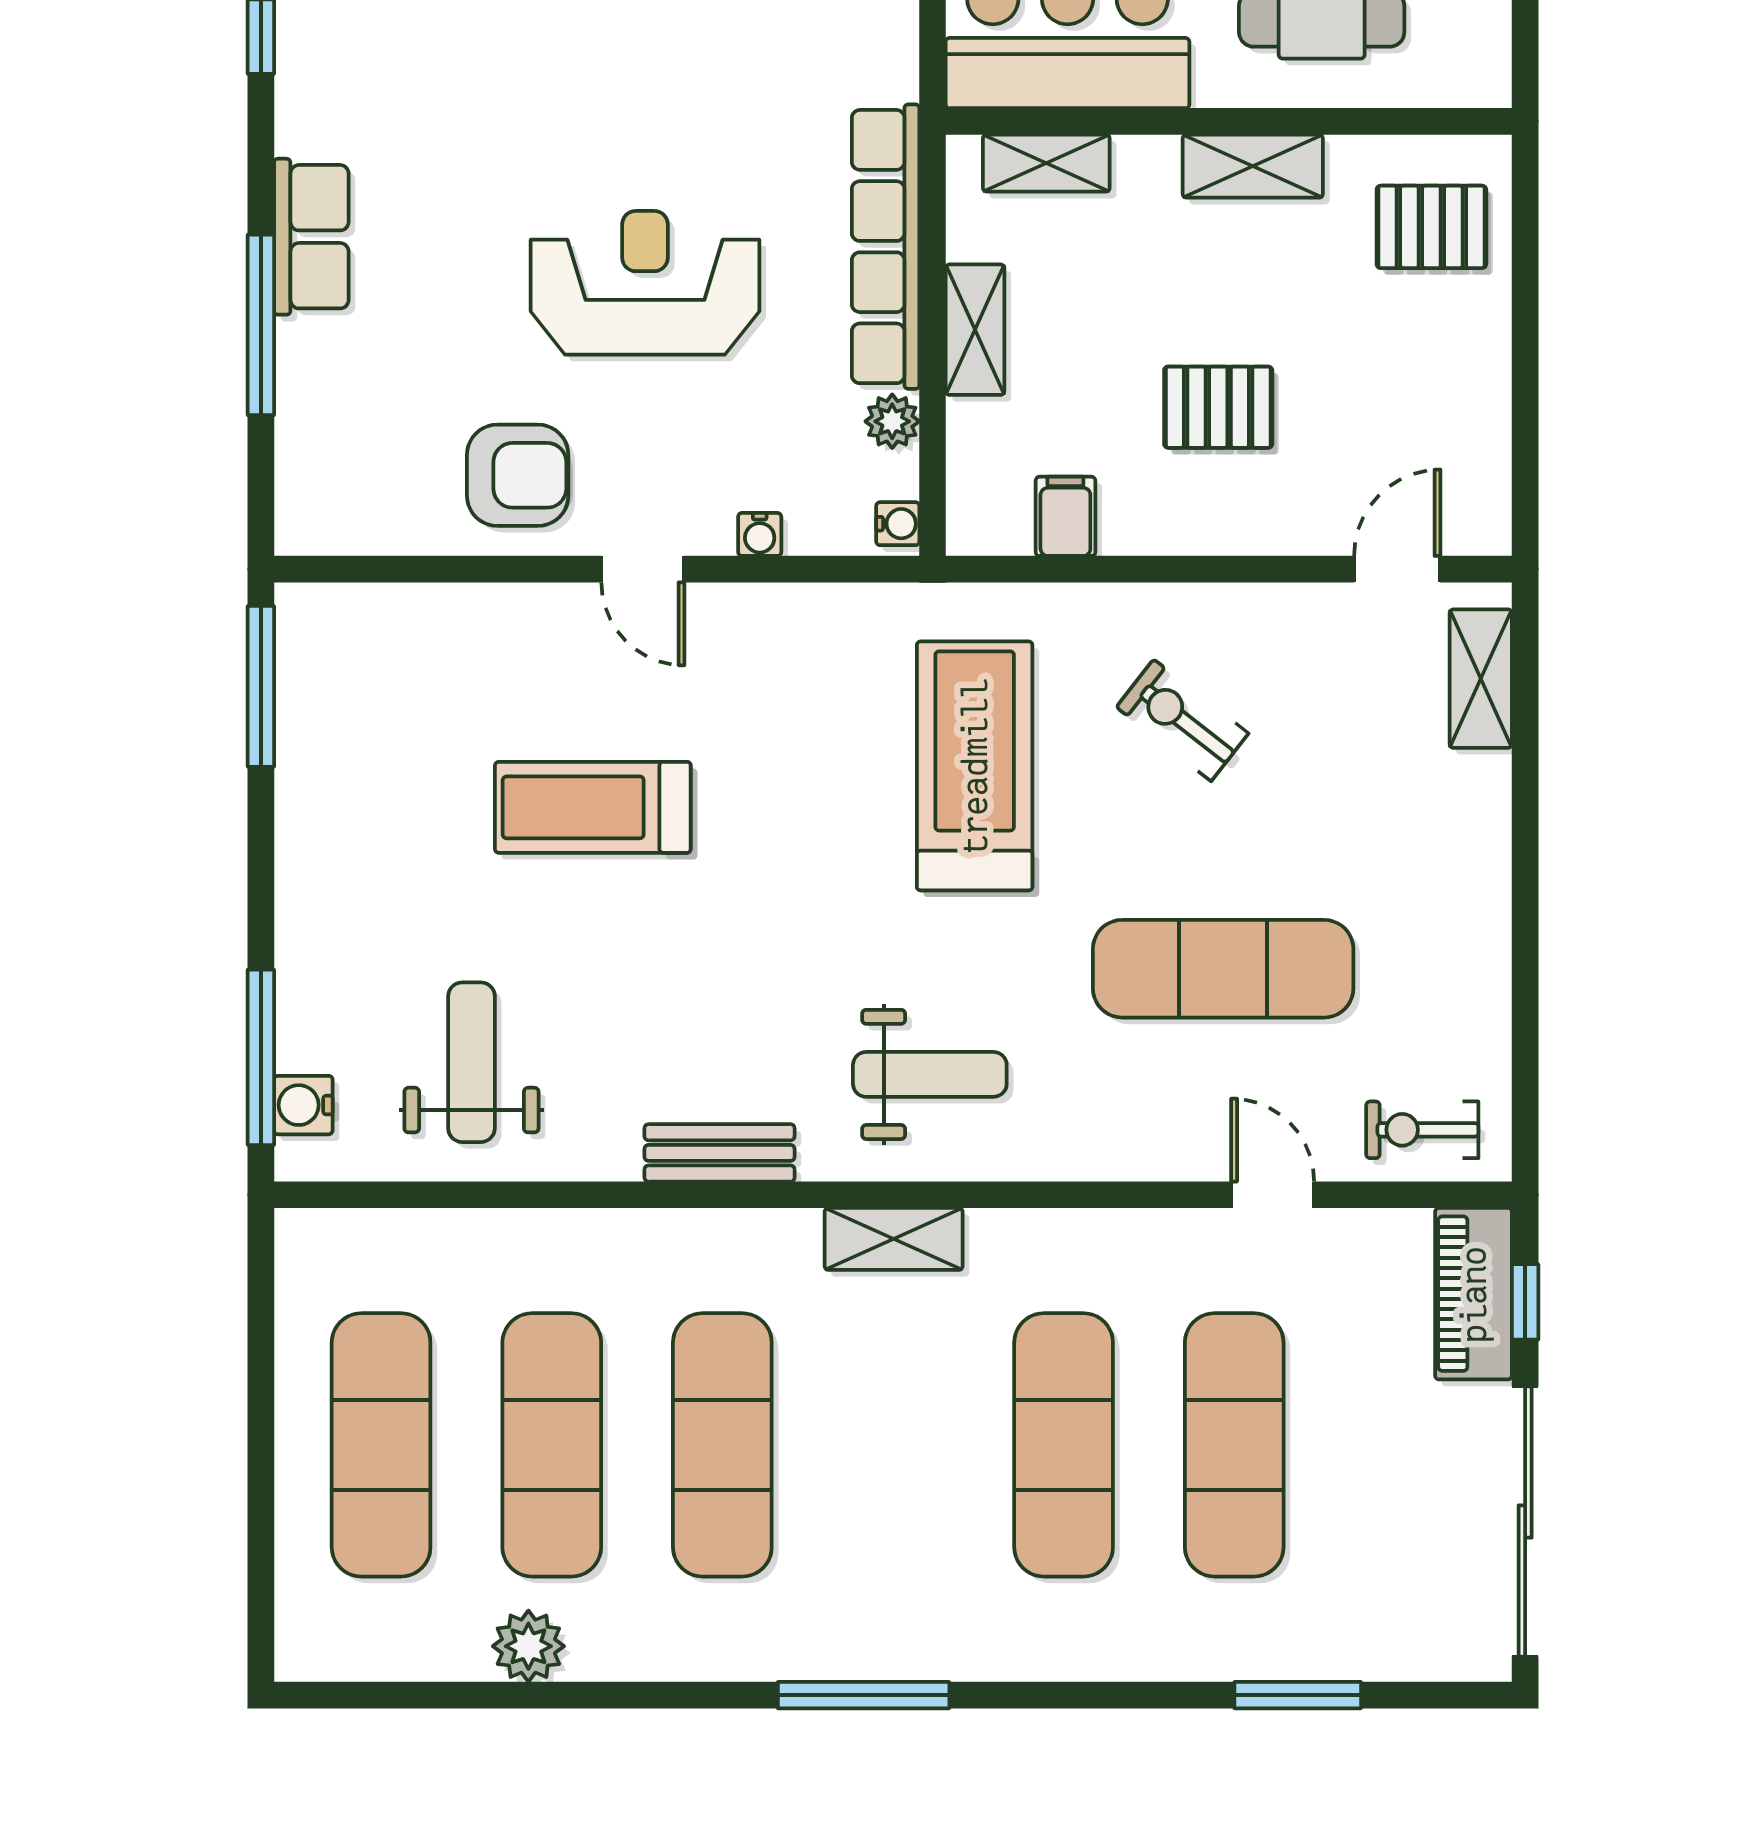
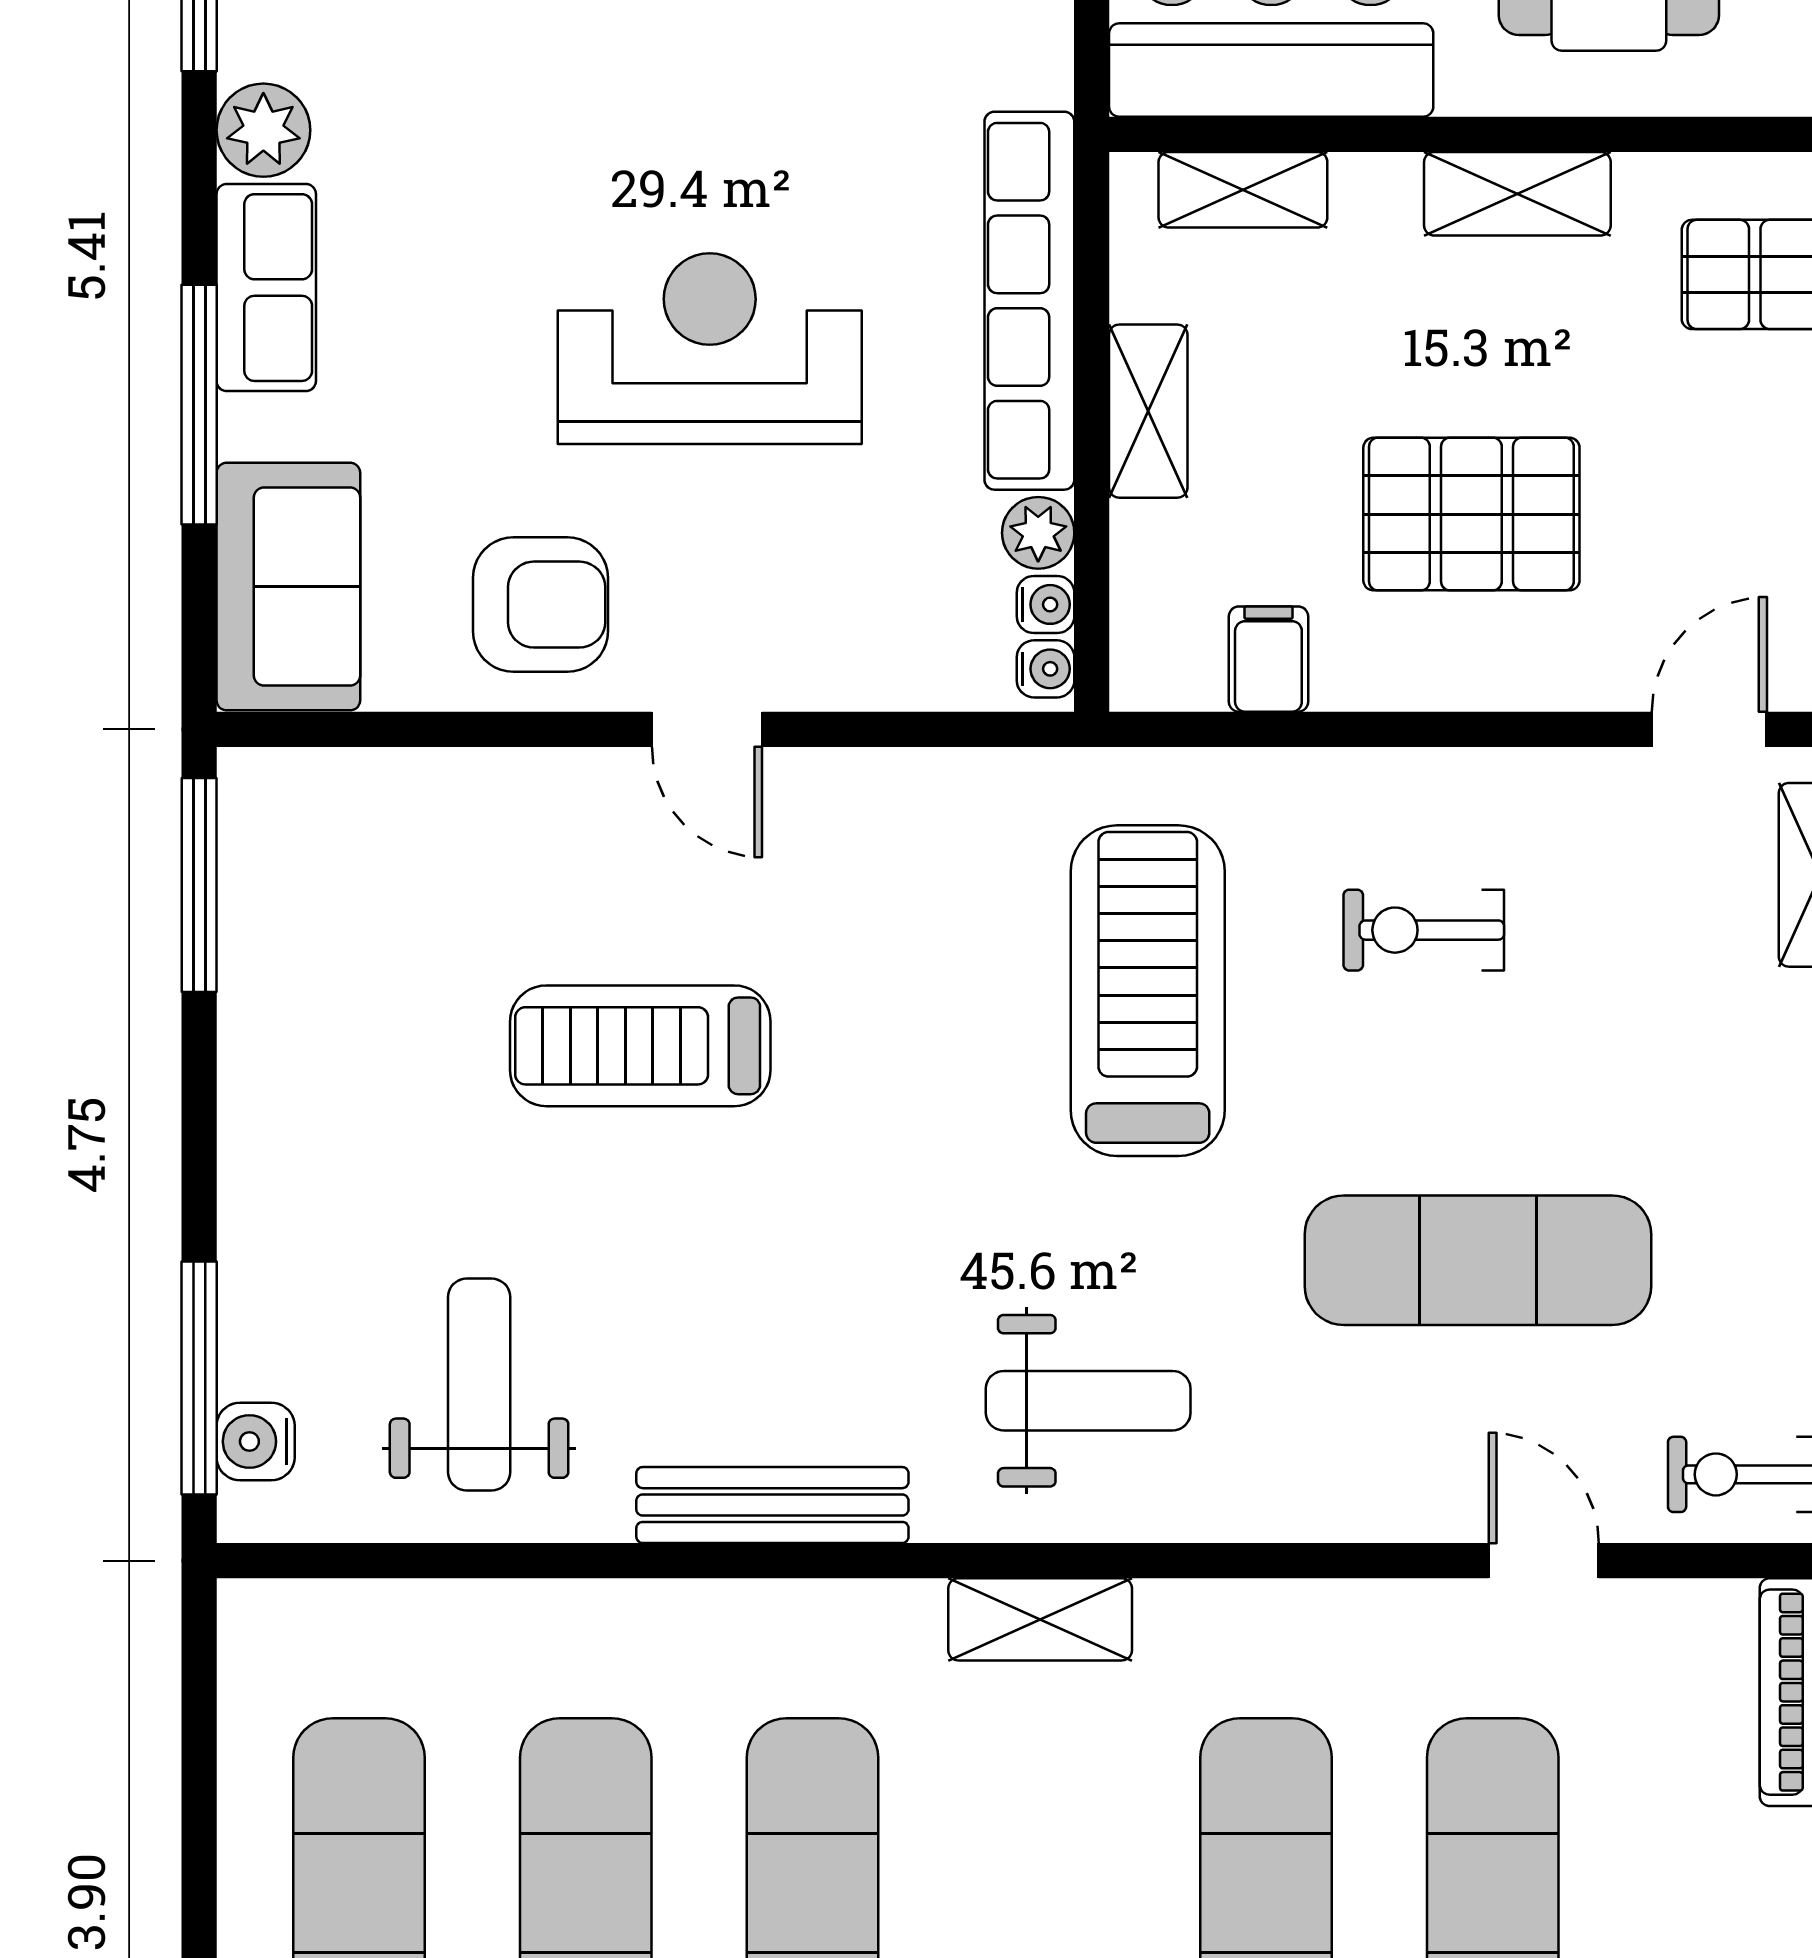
plant: (309, 118) -> (263, 130), added
pallet: (1218, 407) -> (1471, 514), width x1.50, depth x1.42
sofa: (328, 462) -> (288, 587), added
water cooler: (760, 534) -> (1046, 604), moved, turned -90
exercise bike: (1182, 720) -> (1424, 930), turned -38
bench: (720, 1153) -> (772, 1505), width x1.36

